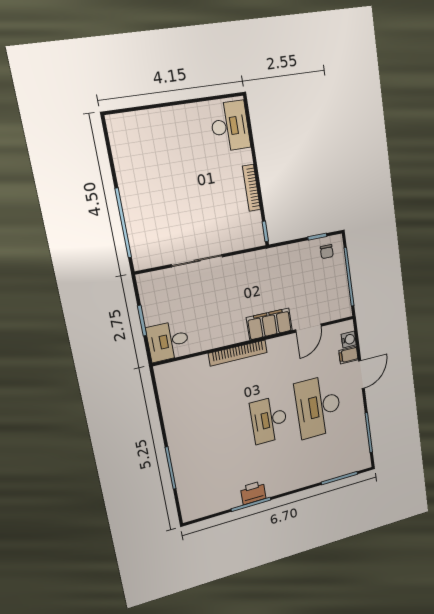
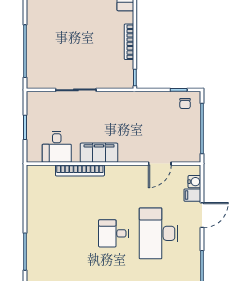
filing cabinet: (269, 324) -> (99, 153), moved
desk: (168, 341) -> (57, 147), moved, turned -90
bookcase: (238, 353) -> (80, 171), moved
desk: (269, 420) -> (113, 233), width x0.73

